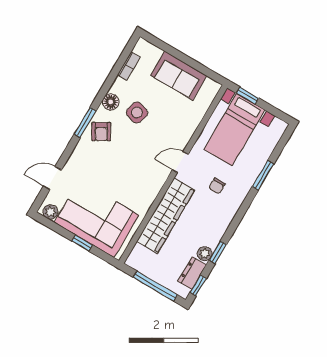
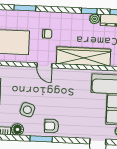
floor lamp: (111, 102) -> (17, 129), moved
window: (85, 123) -> (41, 139), moved
armchair: (101, 132) -> (52, 126), turned -150

